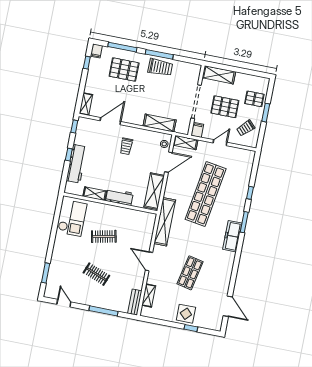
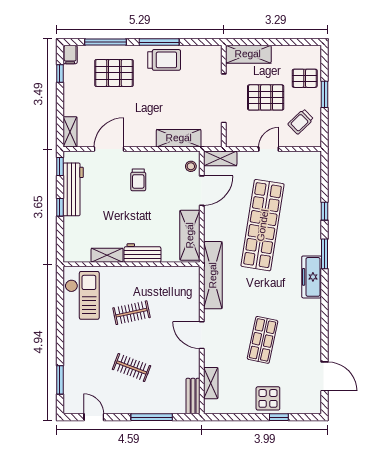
filing cabinet: (197, 130) -> (233, 137), removed
workbench: (76, 164) -> (73, 189), moved

